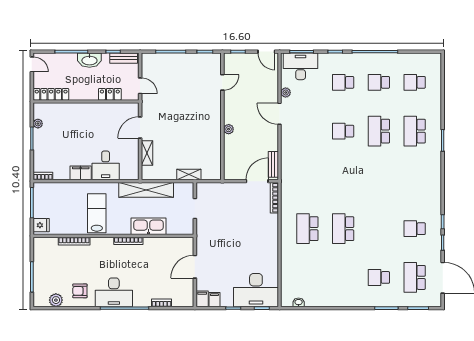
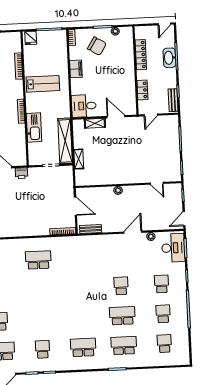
washbasin: (89, 60) -> (169, 58), moved
locker: (51, 94) -> (141, 55), moved
chair: (55, 146) -> (97, 46), added
desk: (106, 165) -> (84, 106), moved
door: (257, 181) -> (75, 206), moved
shelving: (146, 190) -> (65, 141), moved
school desk: (343, 229) -> (83, 347), moved
printer: (203, 244) -> (21, 173), added

